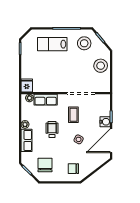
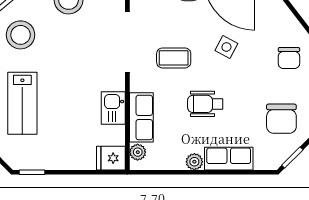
kitchen sink: (50, 87) -> (113, 108), added
chair: (45, 165) -> (281, 119), turned -90

